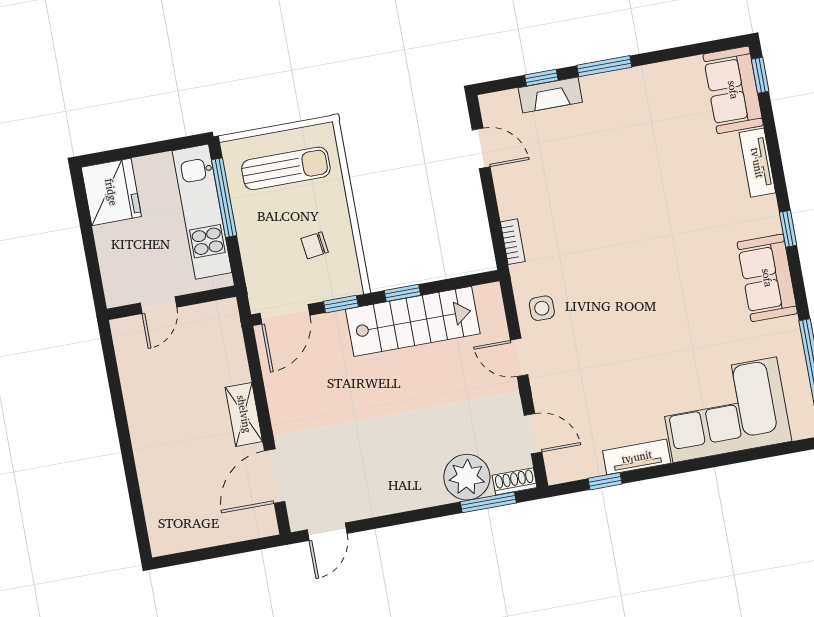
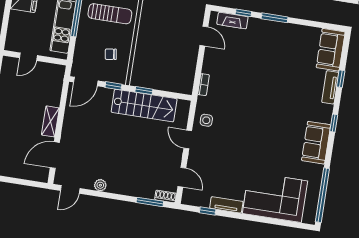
window: (760, 75) -> (341, 79), moved
fireplace: (550, 95) -> (232, 20), moved
plant: (467, 477) -> (100, 185), moved, width x0.53, depth x0.53

